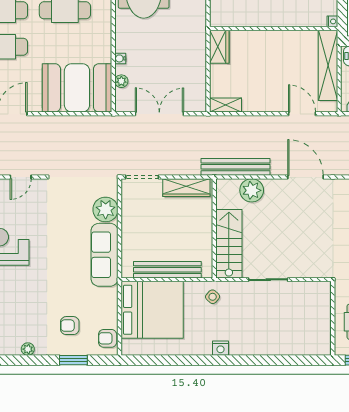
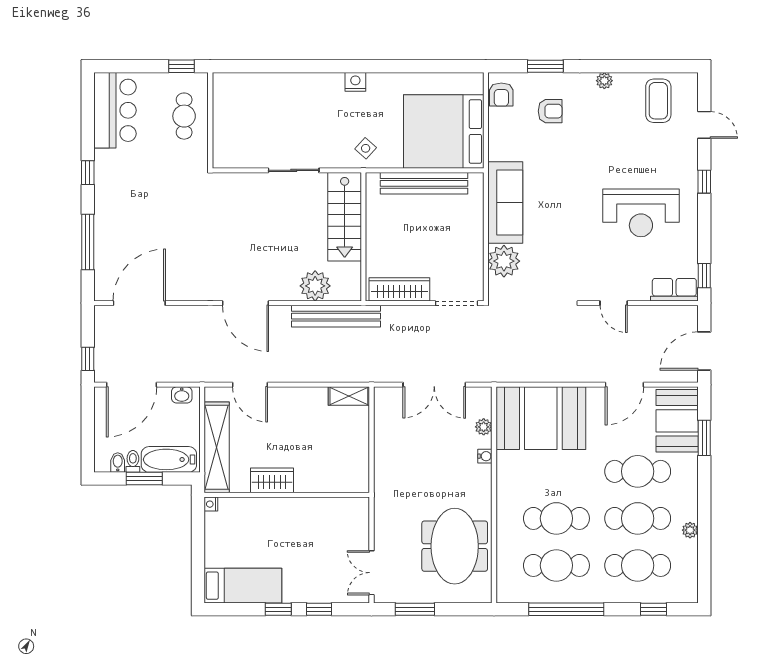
wardrobe: (219, 47) -> (272, 480), moved, turned 90
door: (21, 177) -> (614, 303), swing flipped
armchair: (108, 338) -> (501, 95), turned 90

